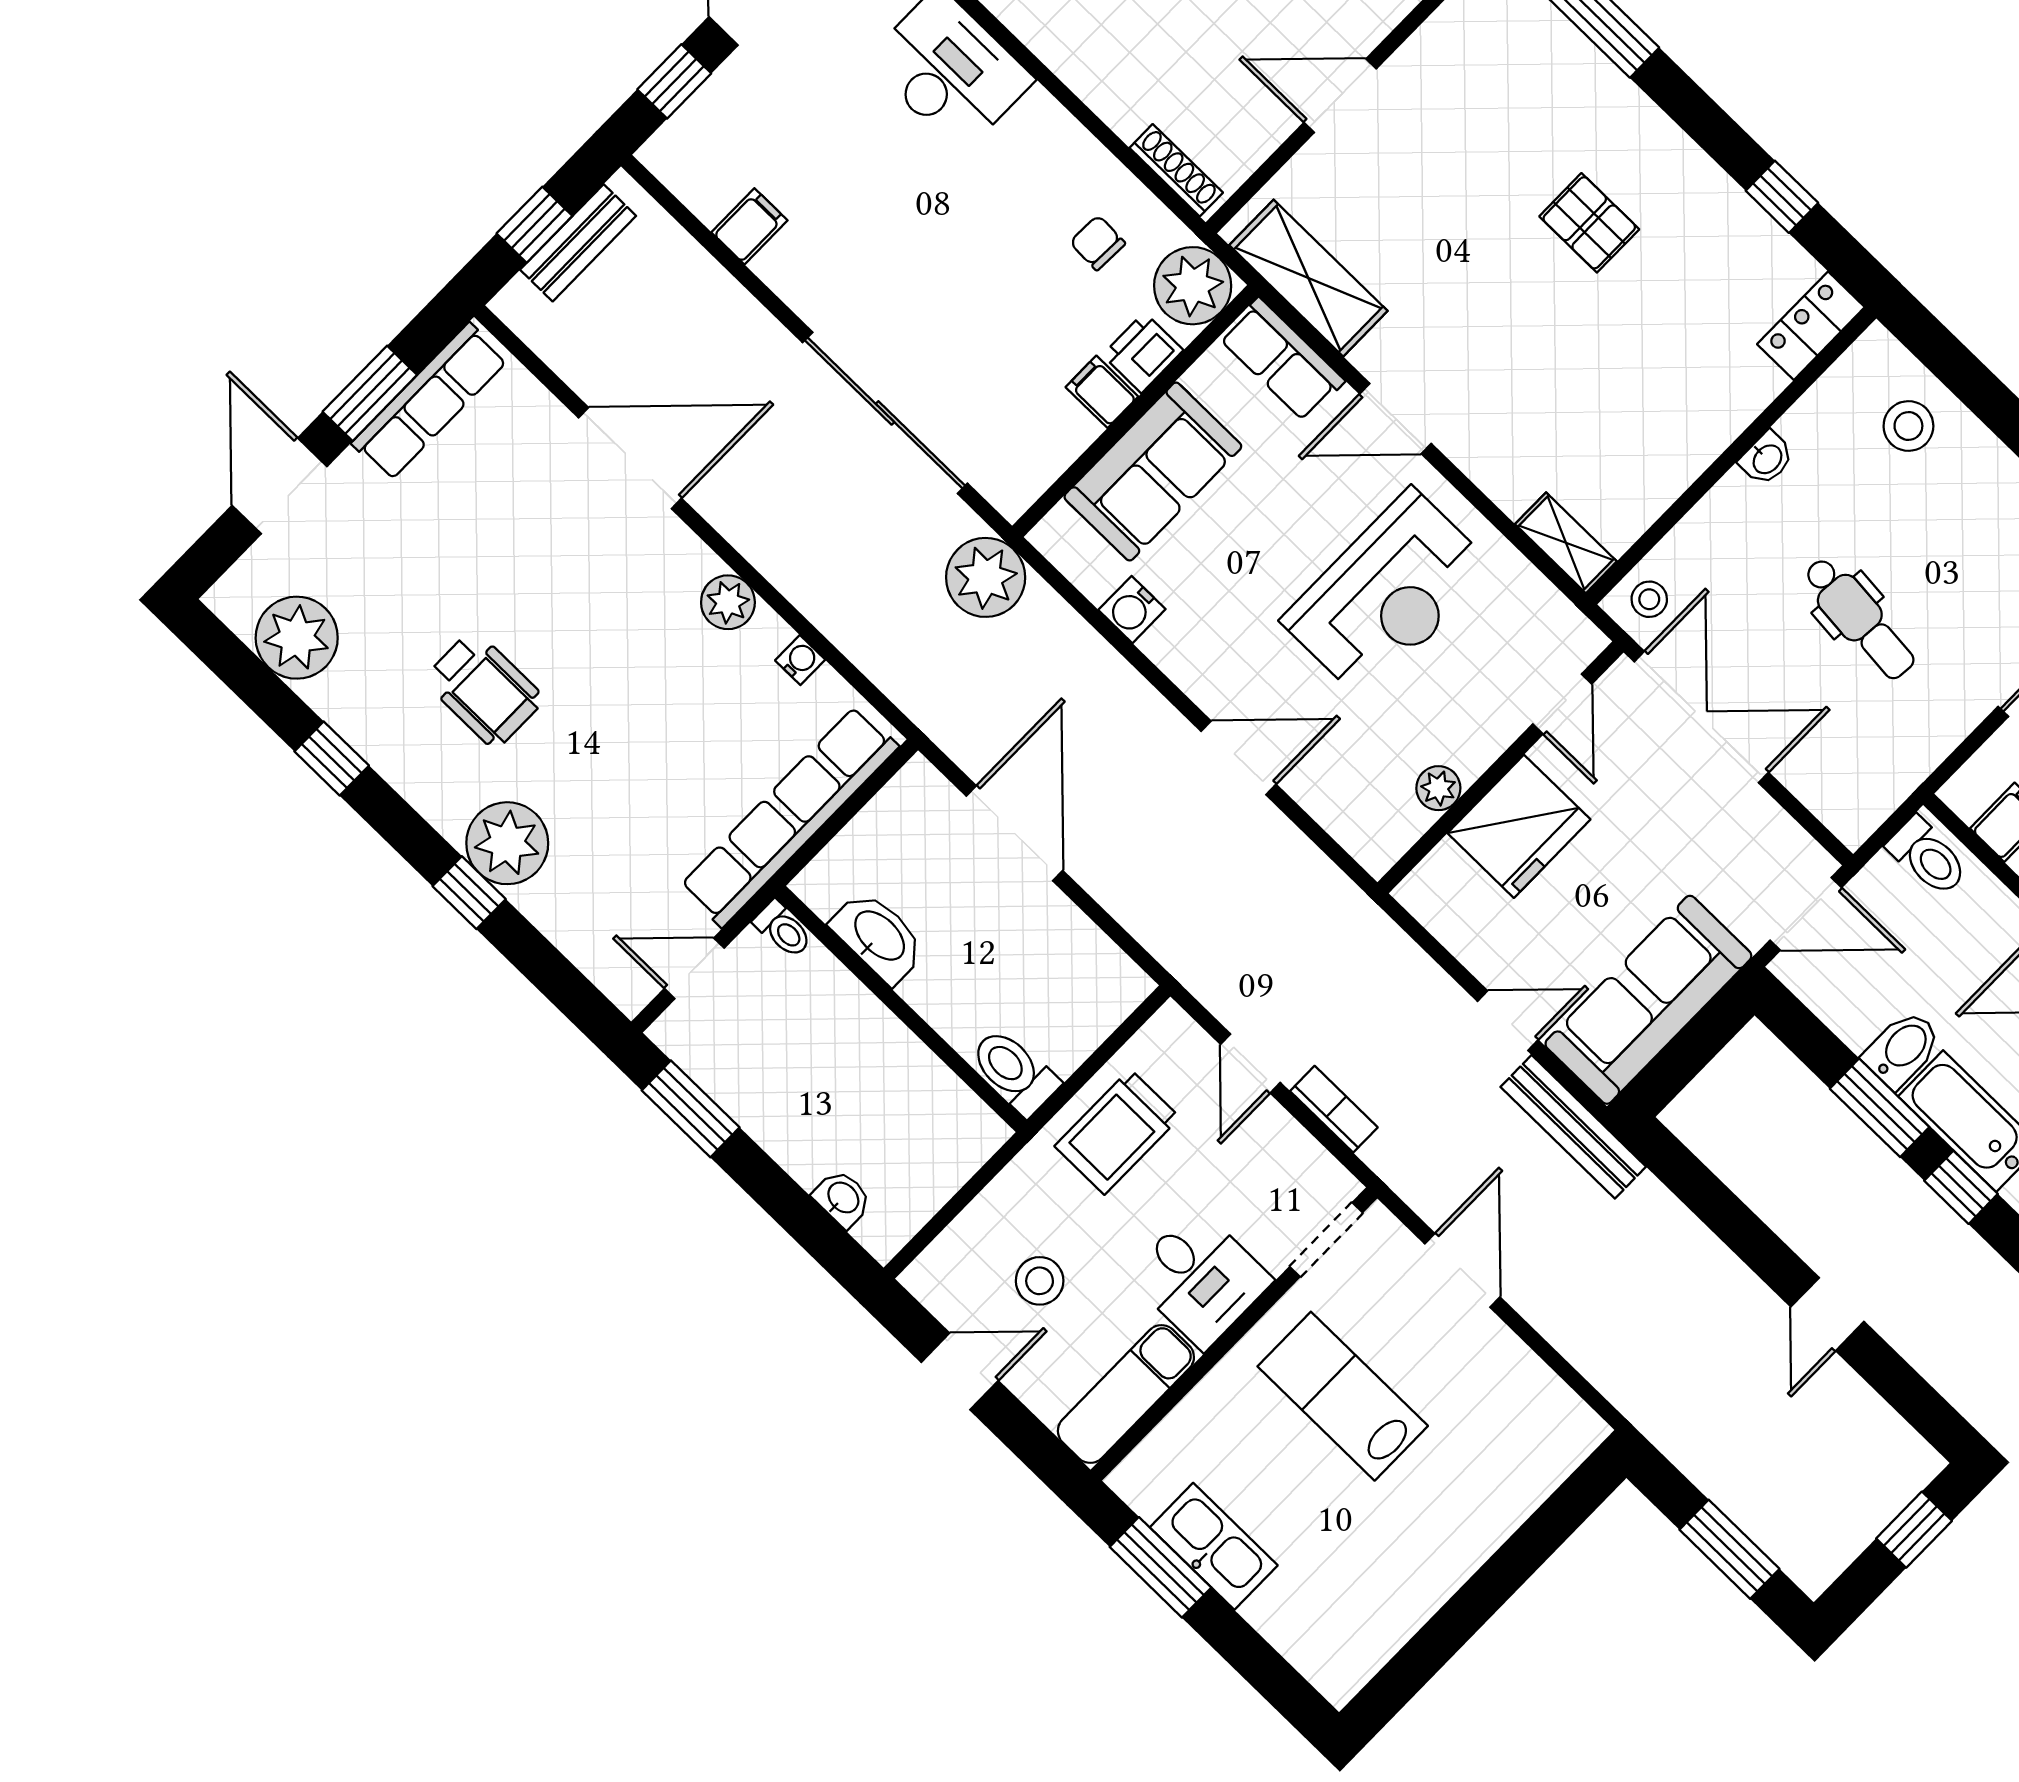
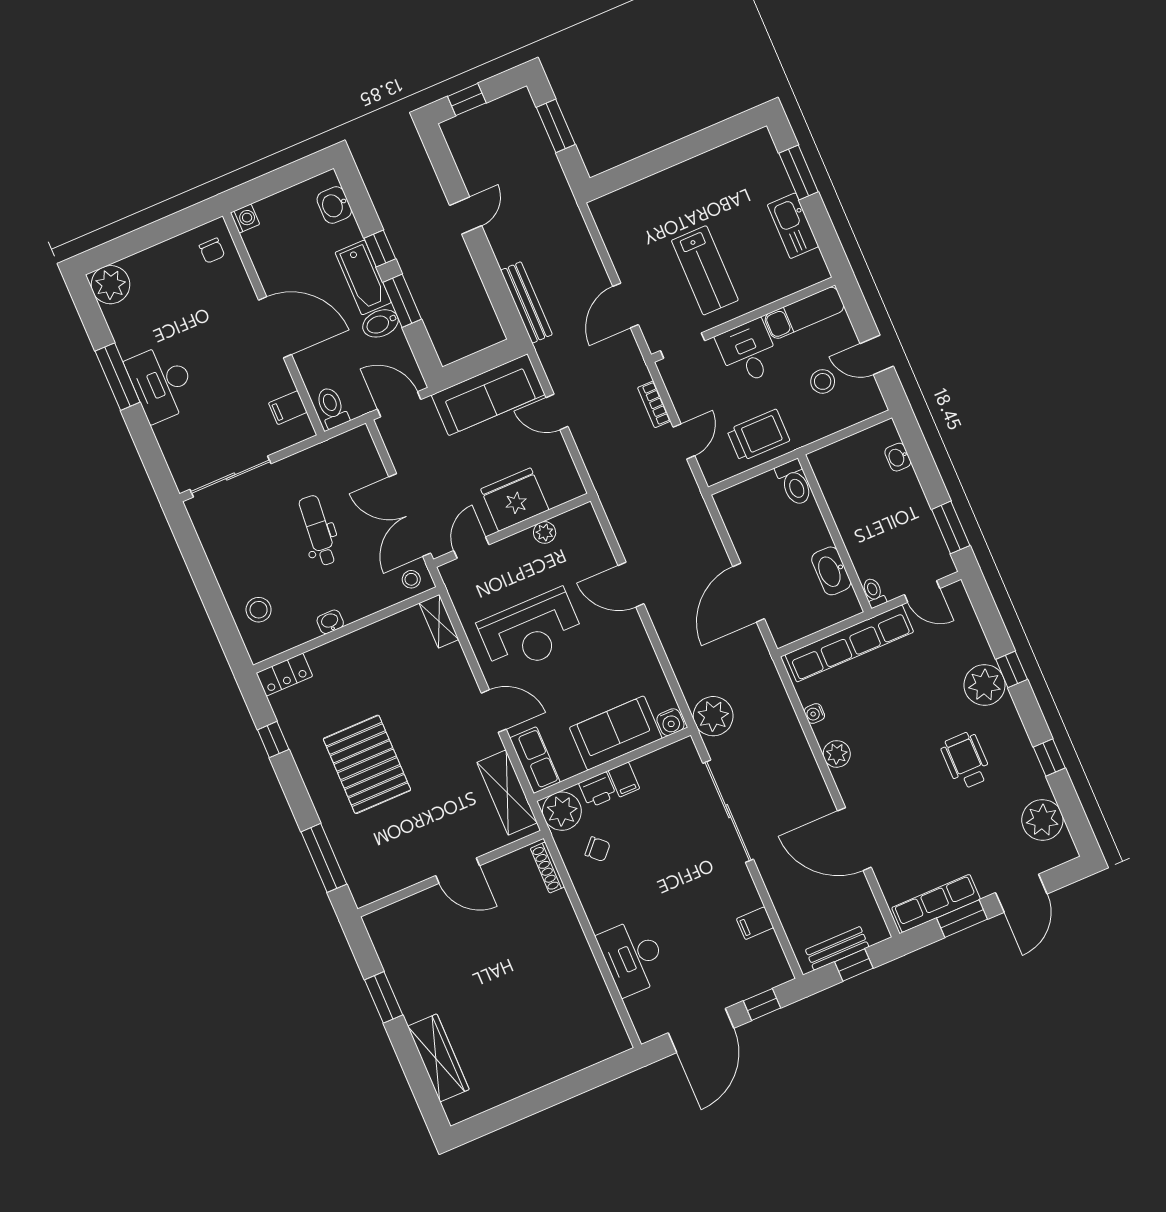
pallet: (1589, 223) -> (367, 764), width x2.05, depth x2.00
chair: (1098, 243) -> (598, 849), turned -49
reception desk: (1388, 594) -> (531, 632), turned 180
water cooler: (1132, 610) -> (670, 722), moved, turned 90
bench: (1573, 1127) -> (526, 302), moved
window: (1160, 1567) -> (799, 173), moved

